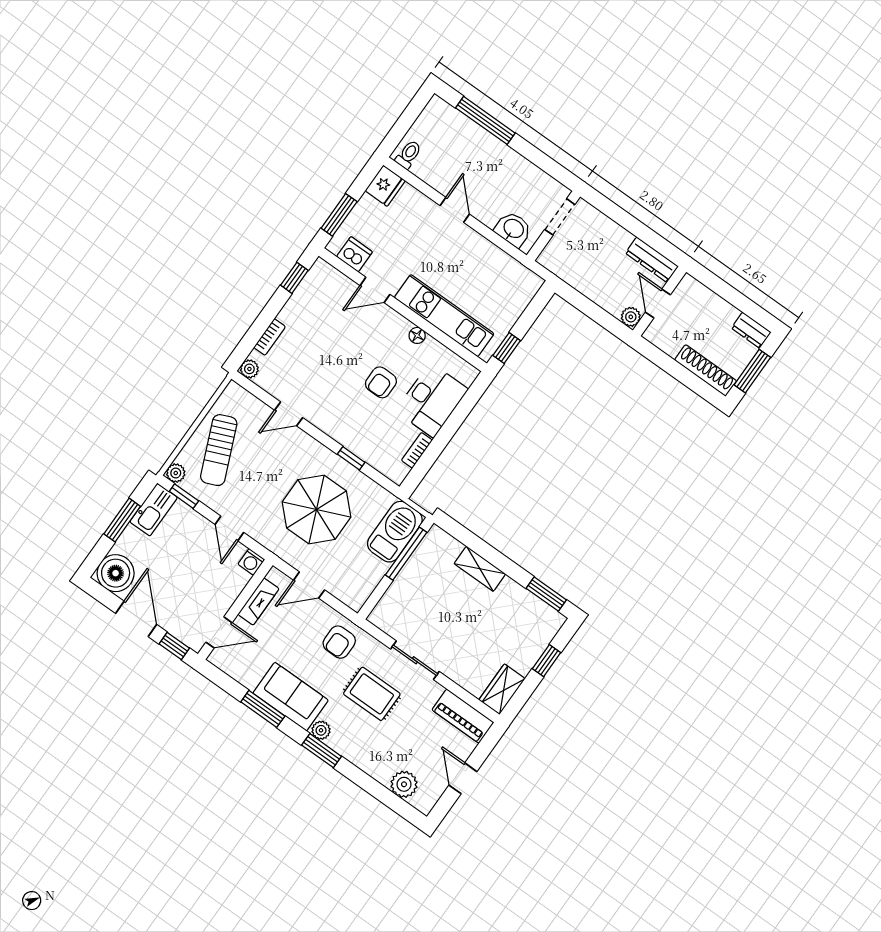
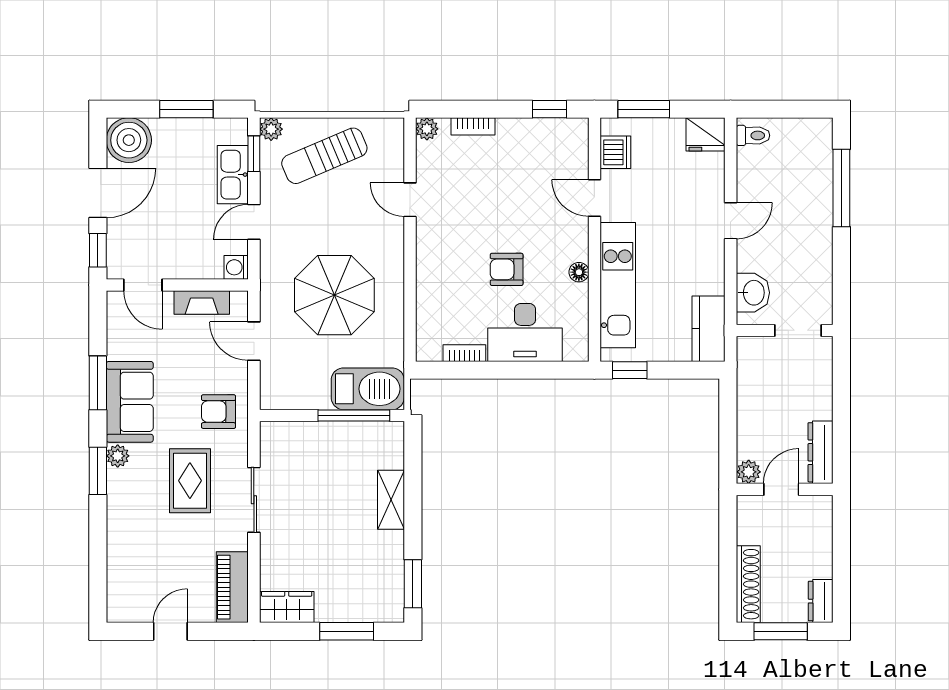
kitchen counter: (516, 276) -> (709, 329), added
window: (351, 458) -> (410, 293), removed
kitchen sink: (154, 510) -> (233, 175), moved, turned 90
window: (547, 661) -> (347, 631), width x1.50
plant: (404, 784) -> (123, 577), removed

